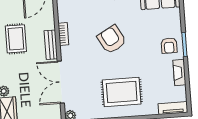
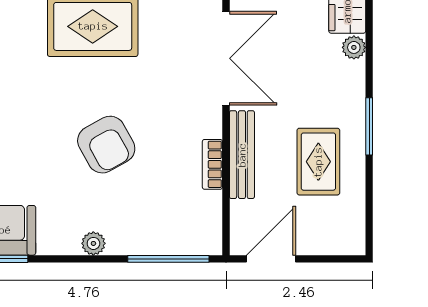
bench: (51, 45) -> (242, 155), width x1.36

